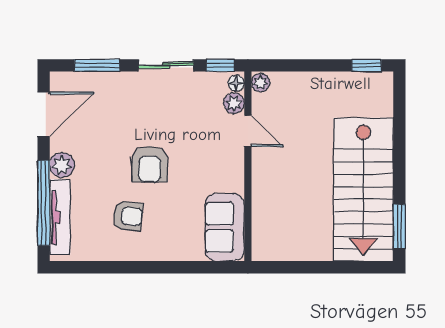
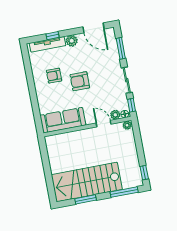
window: (399, 115) -> (124, 192), added
door: (248, 131) -> (104, 124), swing flipped
window: (44, 203) -> (53, 36), width x0.32
armchair: (128, 216) -> (54, 76), turned 85
window: (399, 226) -> (86, 199), moved
sofa: (225, 227) -> (63, 120), width x1.36

